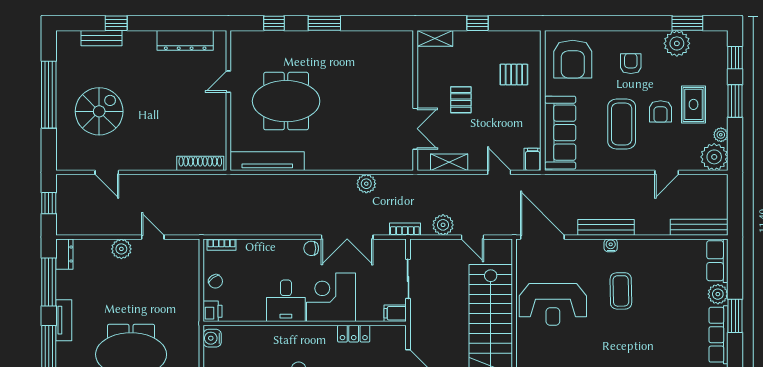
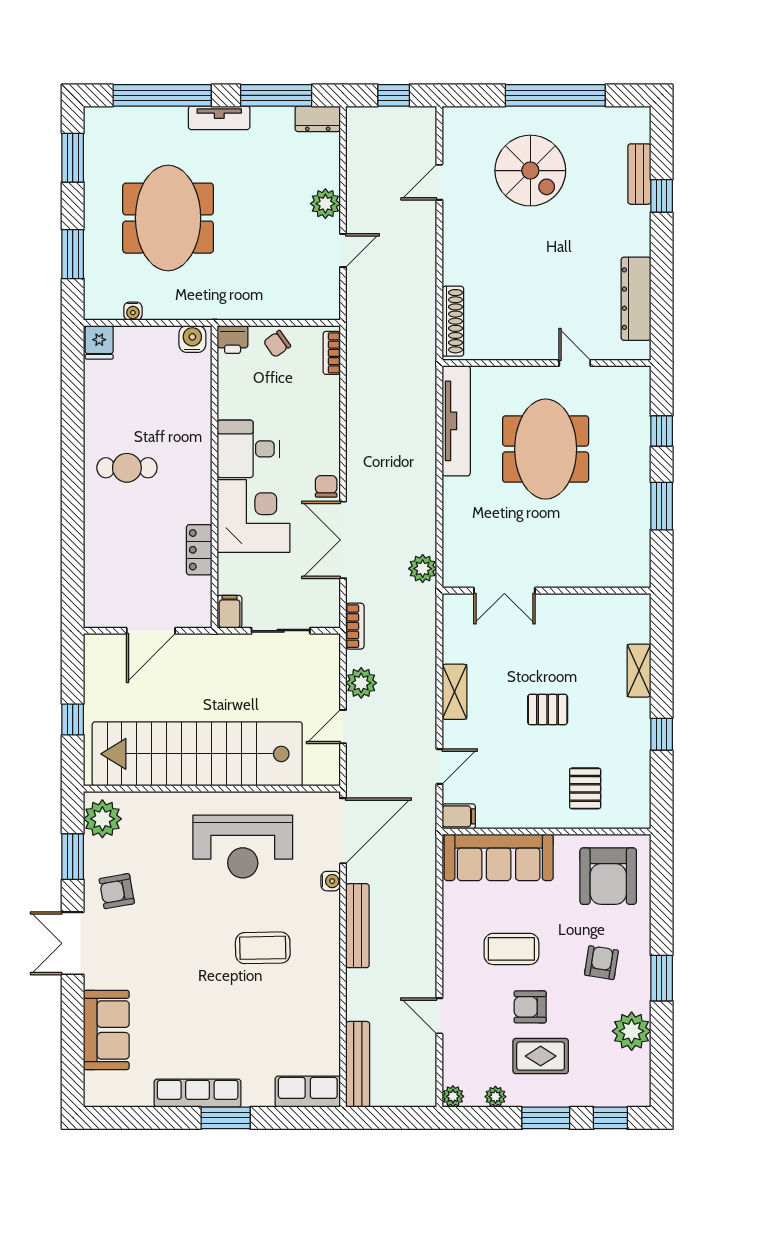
window: (687, 23) -> (662, 978), moved
armchair: (573, 59) -> (608, 876), turned -90
armchair: (631, 64) -> (601, 963), turned -81
wall: (415, 101) -> (546, 591), moved
coffee table: (622, 124) -> (511, 949), width x0.73, depth x0.76
double door: (415, 129) -> (504, 591), moved
plant: (714, 157) -> (453, 1096), width x0.53, depth x0.53
water cooler: (611, 245) -> (331, 881), moved
plant: (718, 294) -> (258, 1092), removed
reception desk: (553, 304) -> (243, 847), turned -90

